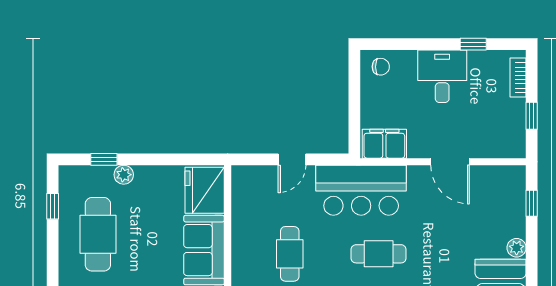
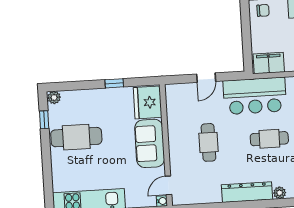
window: (104, 159) -> (114, 83), moved
plant: (124, 175) -> (54, 97), moved
cafe table: (98, 234) -> (76, 137), turned 90

